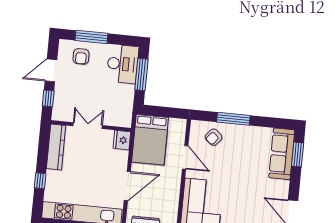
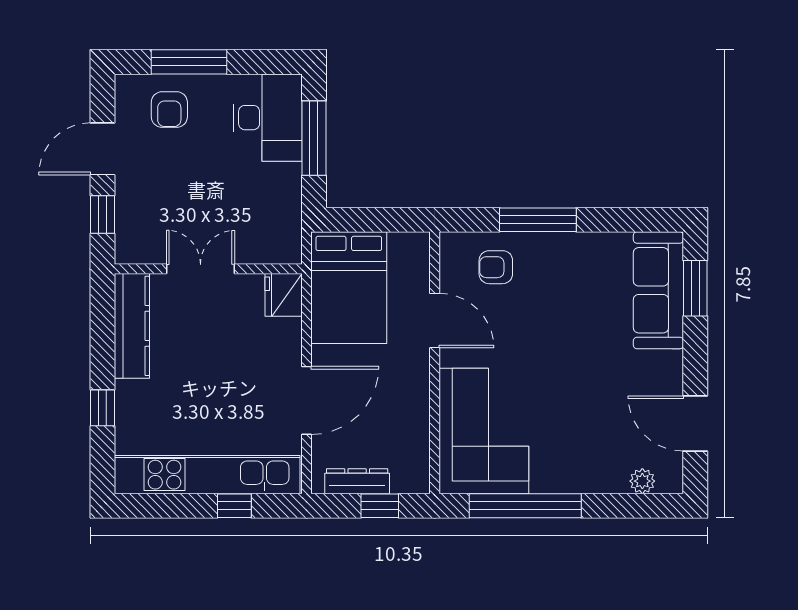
armchair: (214, 137) -> (496, 267), turned 50

